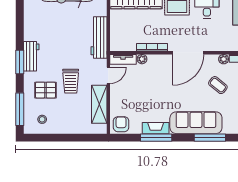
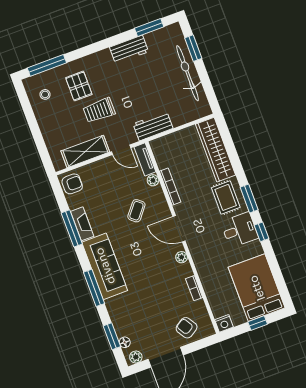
workbench: (99, 37) -> (153, 126), width x0.73
door: (188, 53) -> (179, 229), width x0.73
workbench: (31, 56) -> (129, 49), moved
plant: (224, 59) -> (182, 257), moved
window: (20, 62) -> (149, 27), moved
coffee table: (218, 85) -> (136, 211), moved

